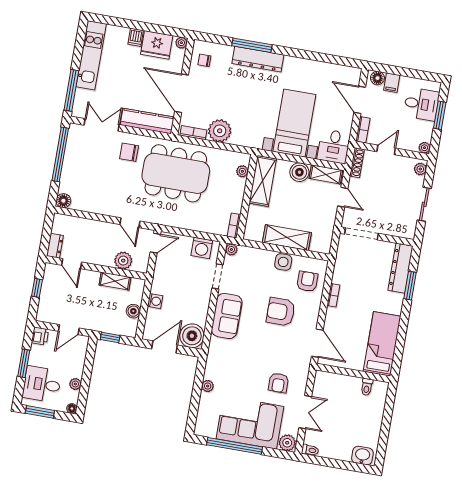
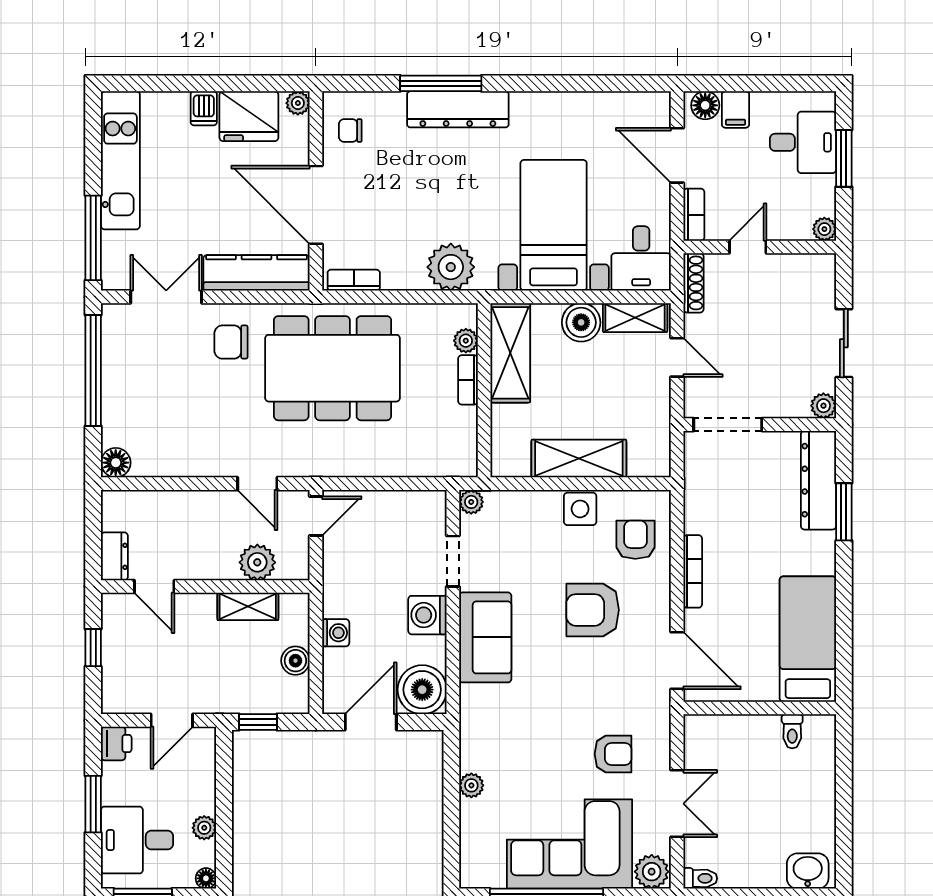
plant: (220, 131) -> (451, 267), moved
plant: (420, 169) -> (823, 406), moved
bookcase: (234, 226) -> (468, 380), moved
washing machine: (202, 248) -> (427, 615), moved, turned 90
bookcase: (333, 295) -> (693, 571), width x1.56
armchair: (278, 383) -> (613, 754), turned -90

